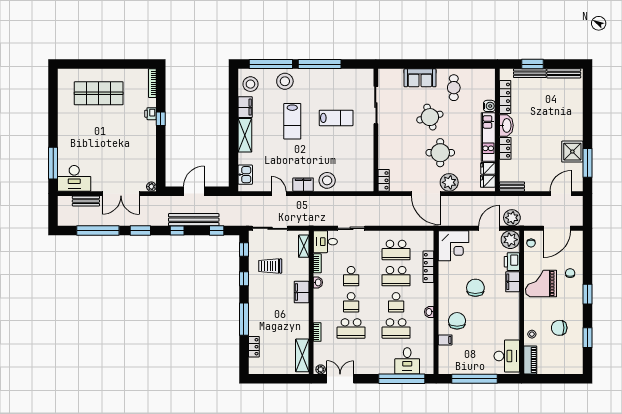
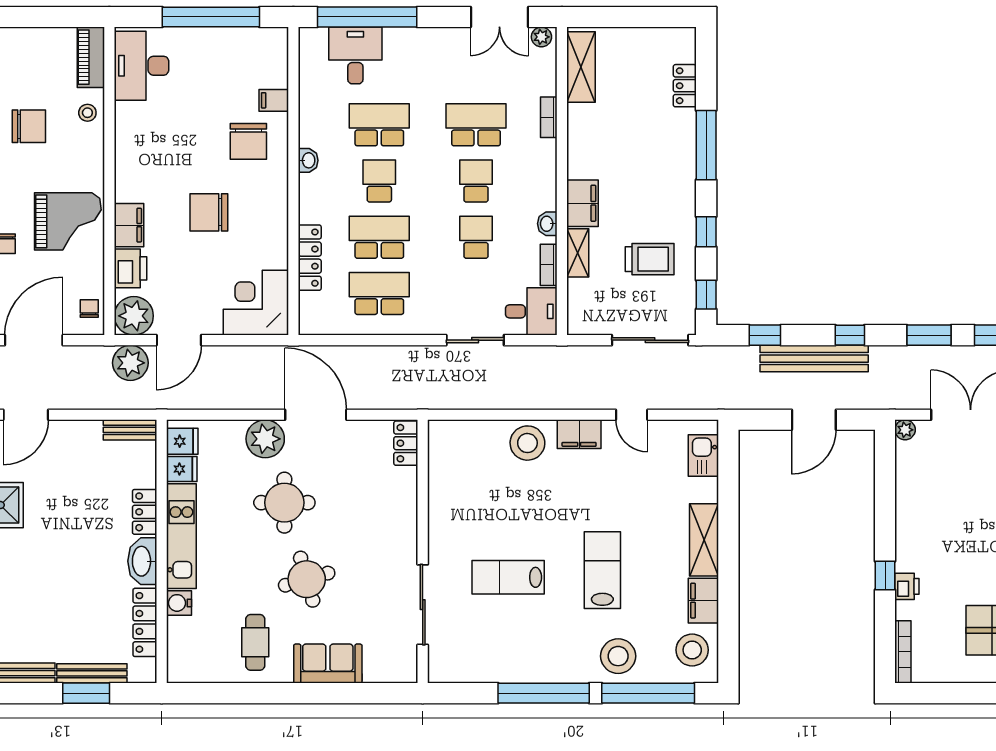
shelving: (304, 246) -> (578, 253), moved
chair: (475, 288) -> (209, 212), turned 90

